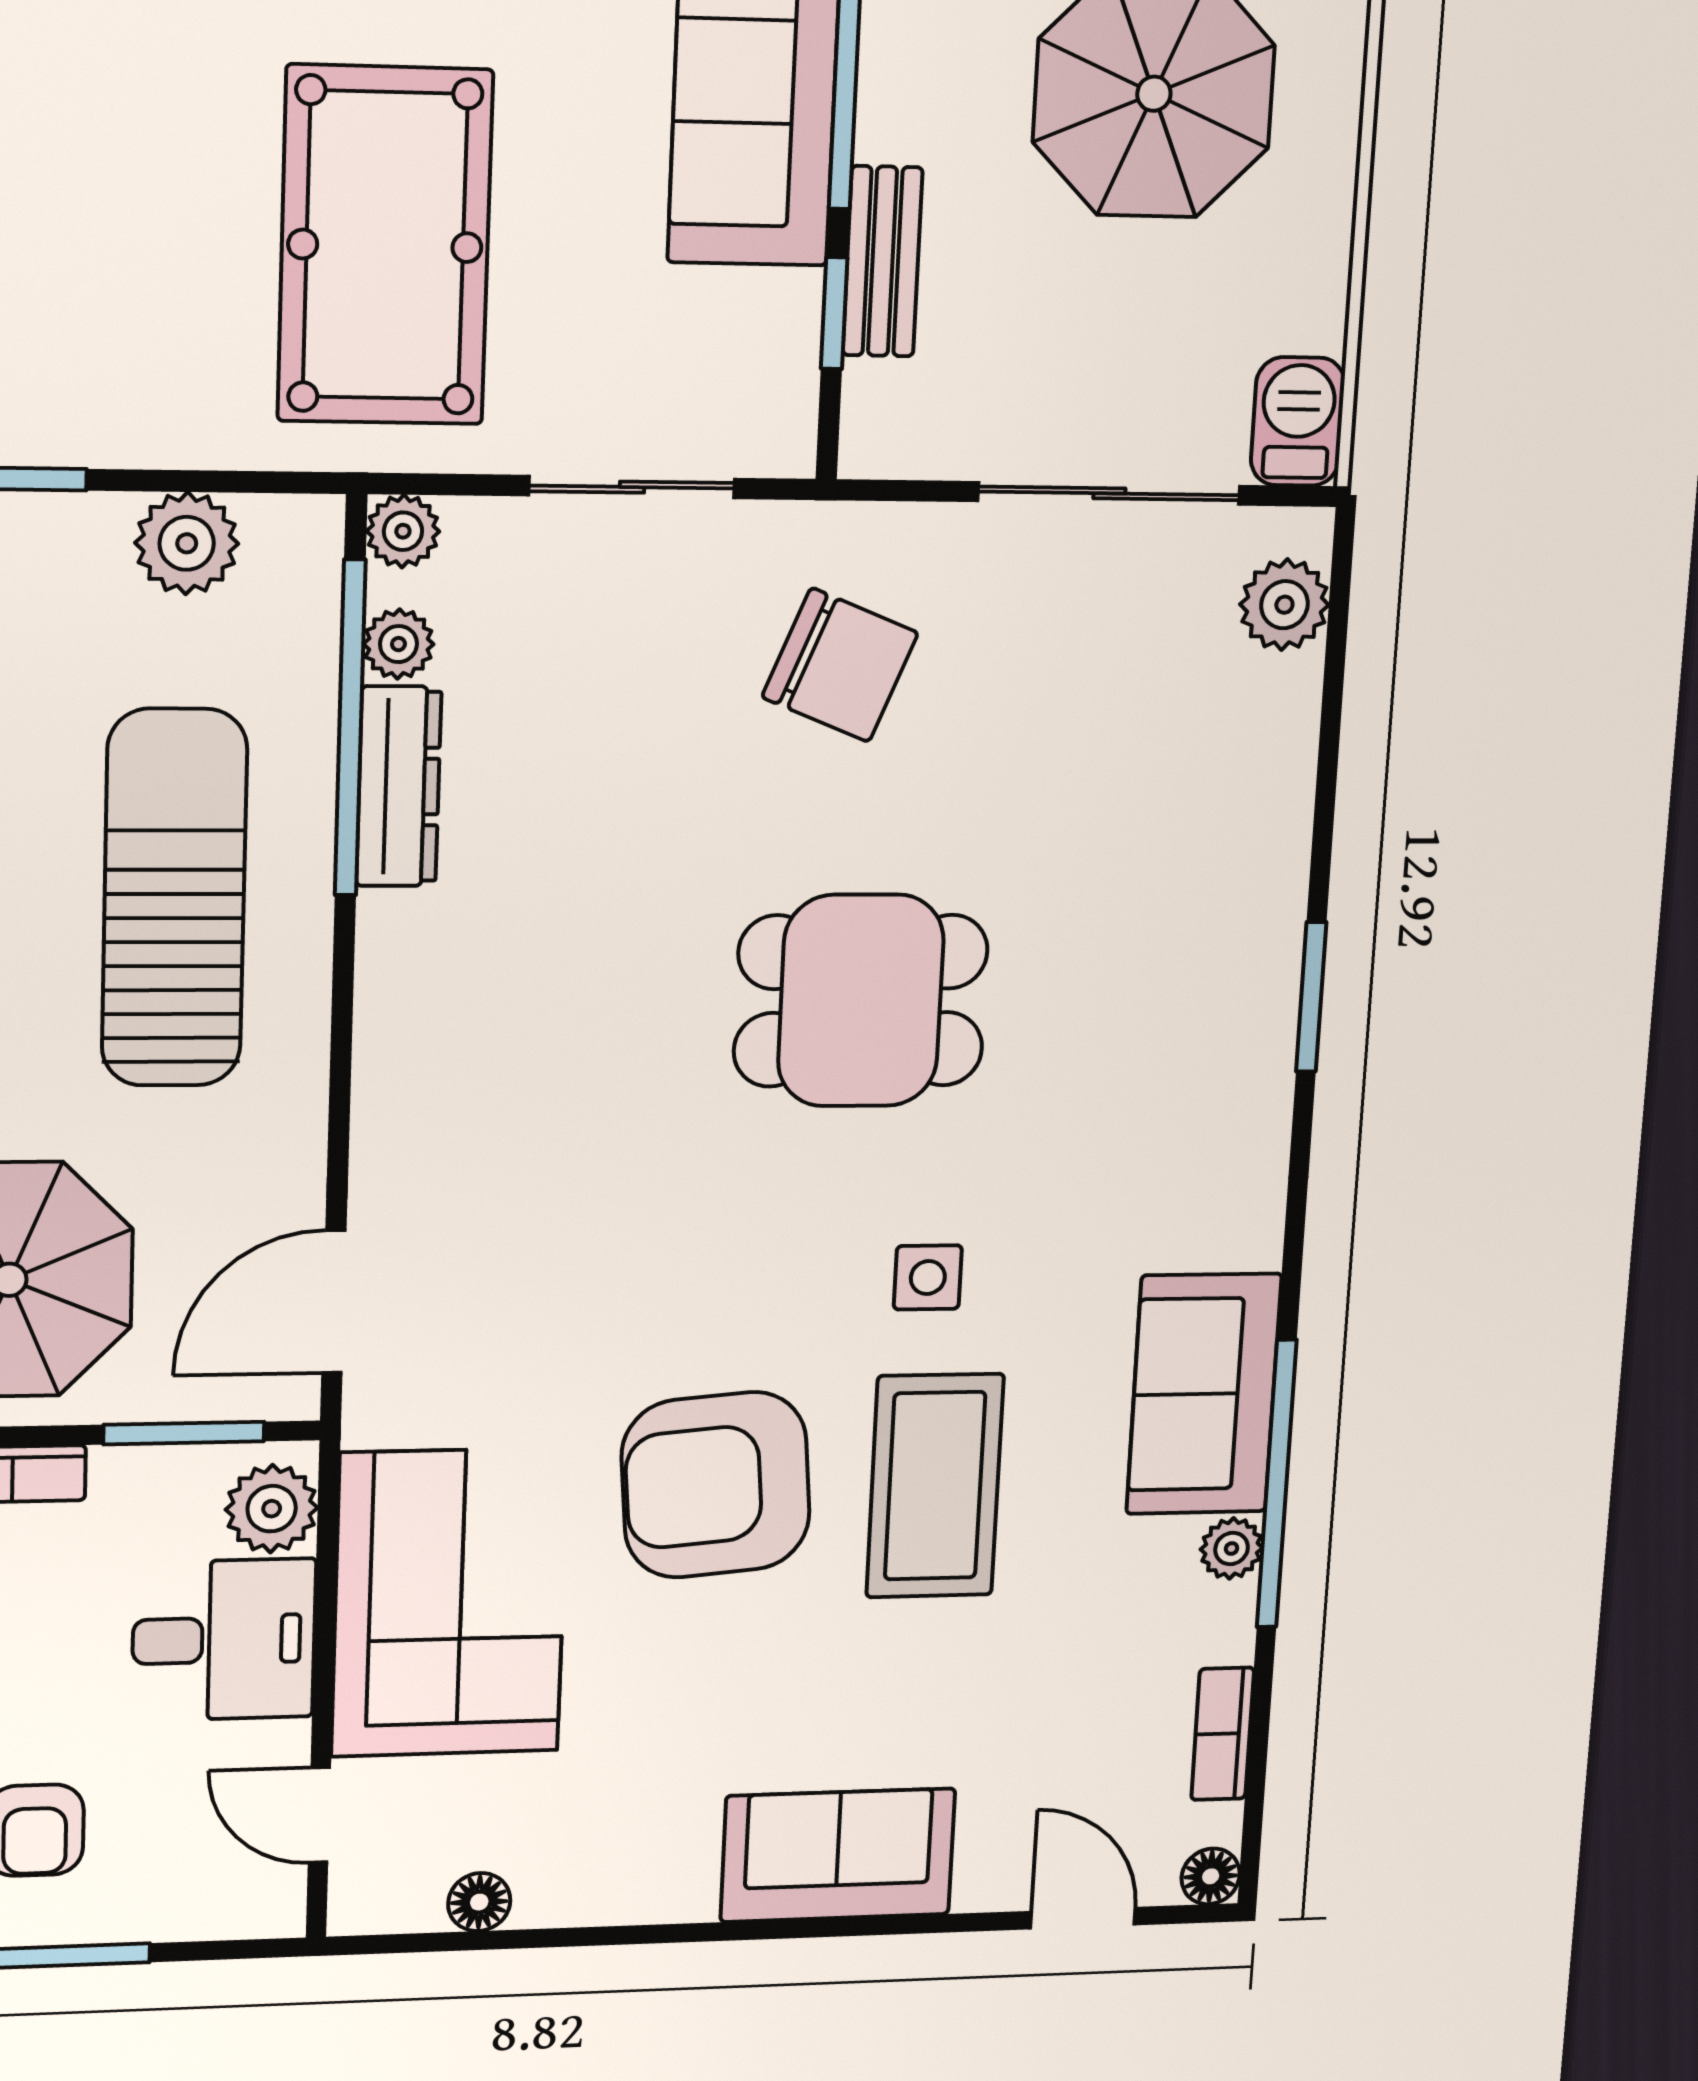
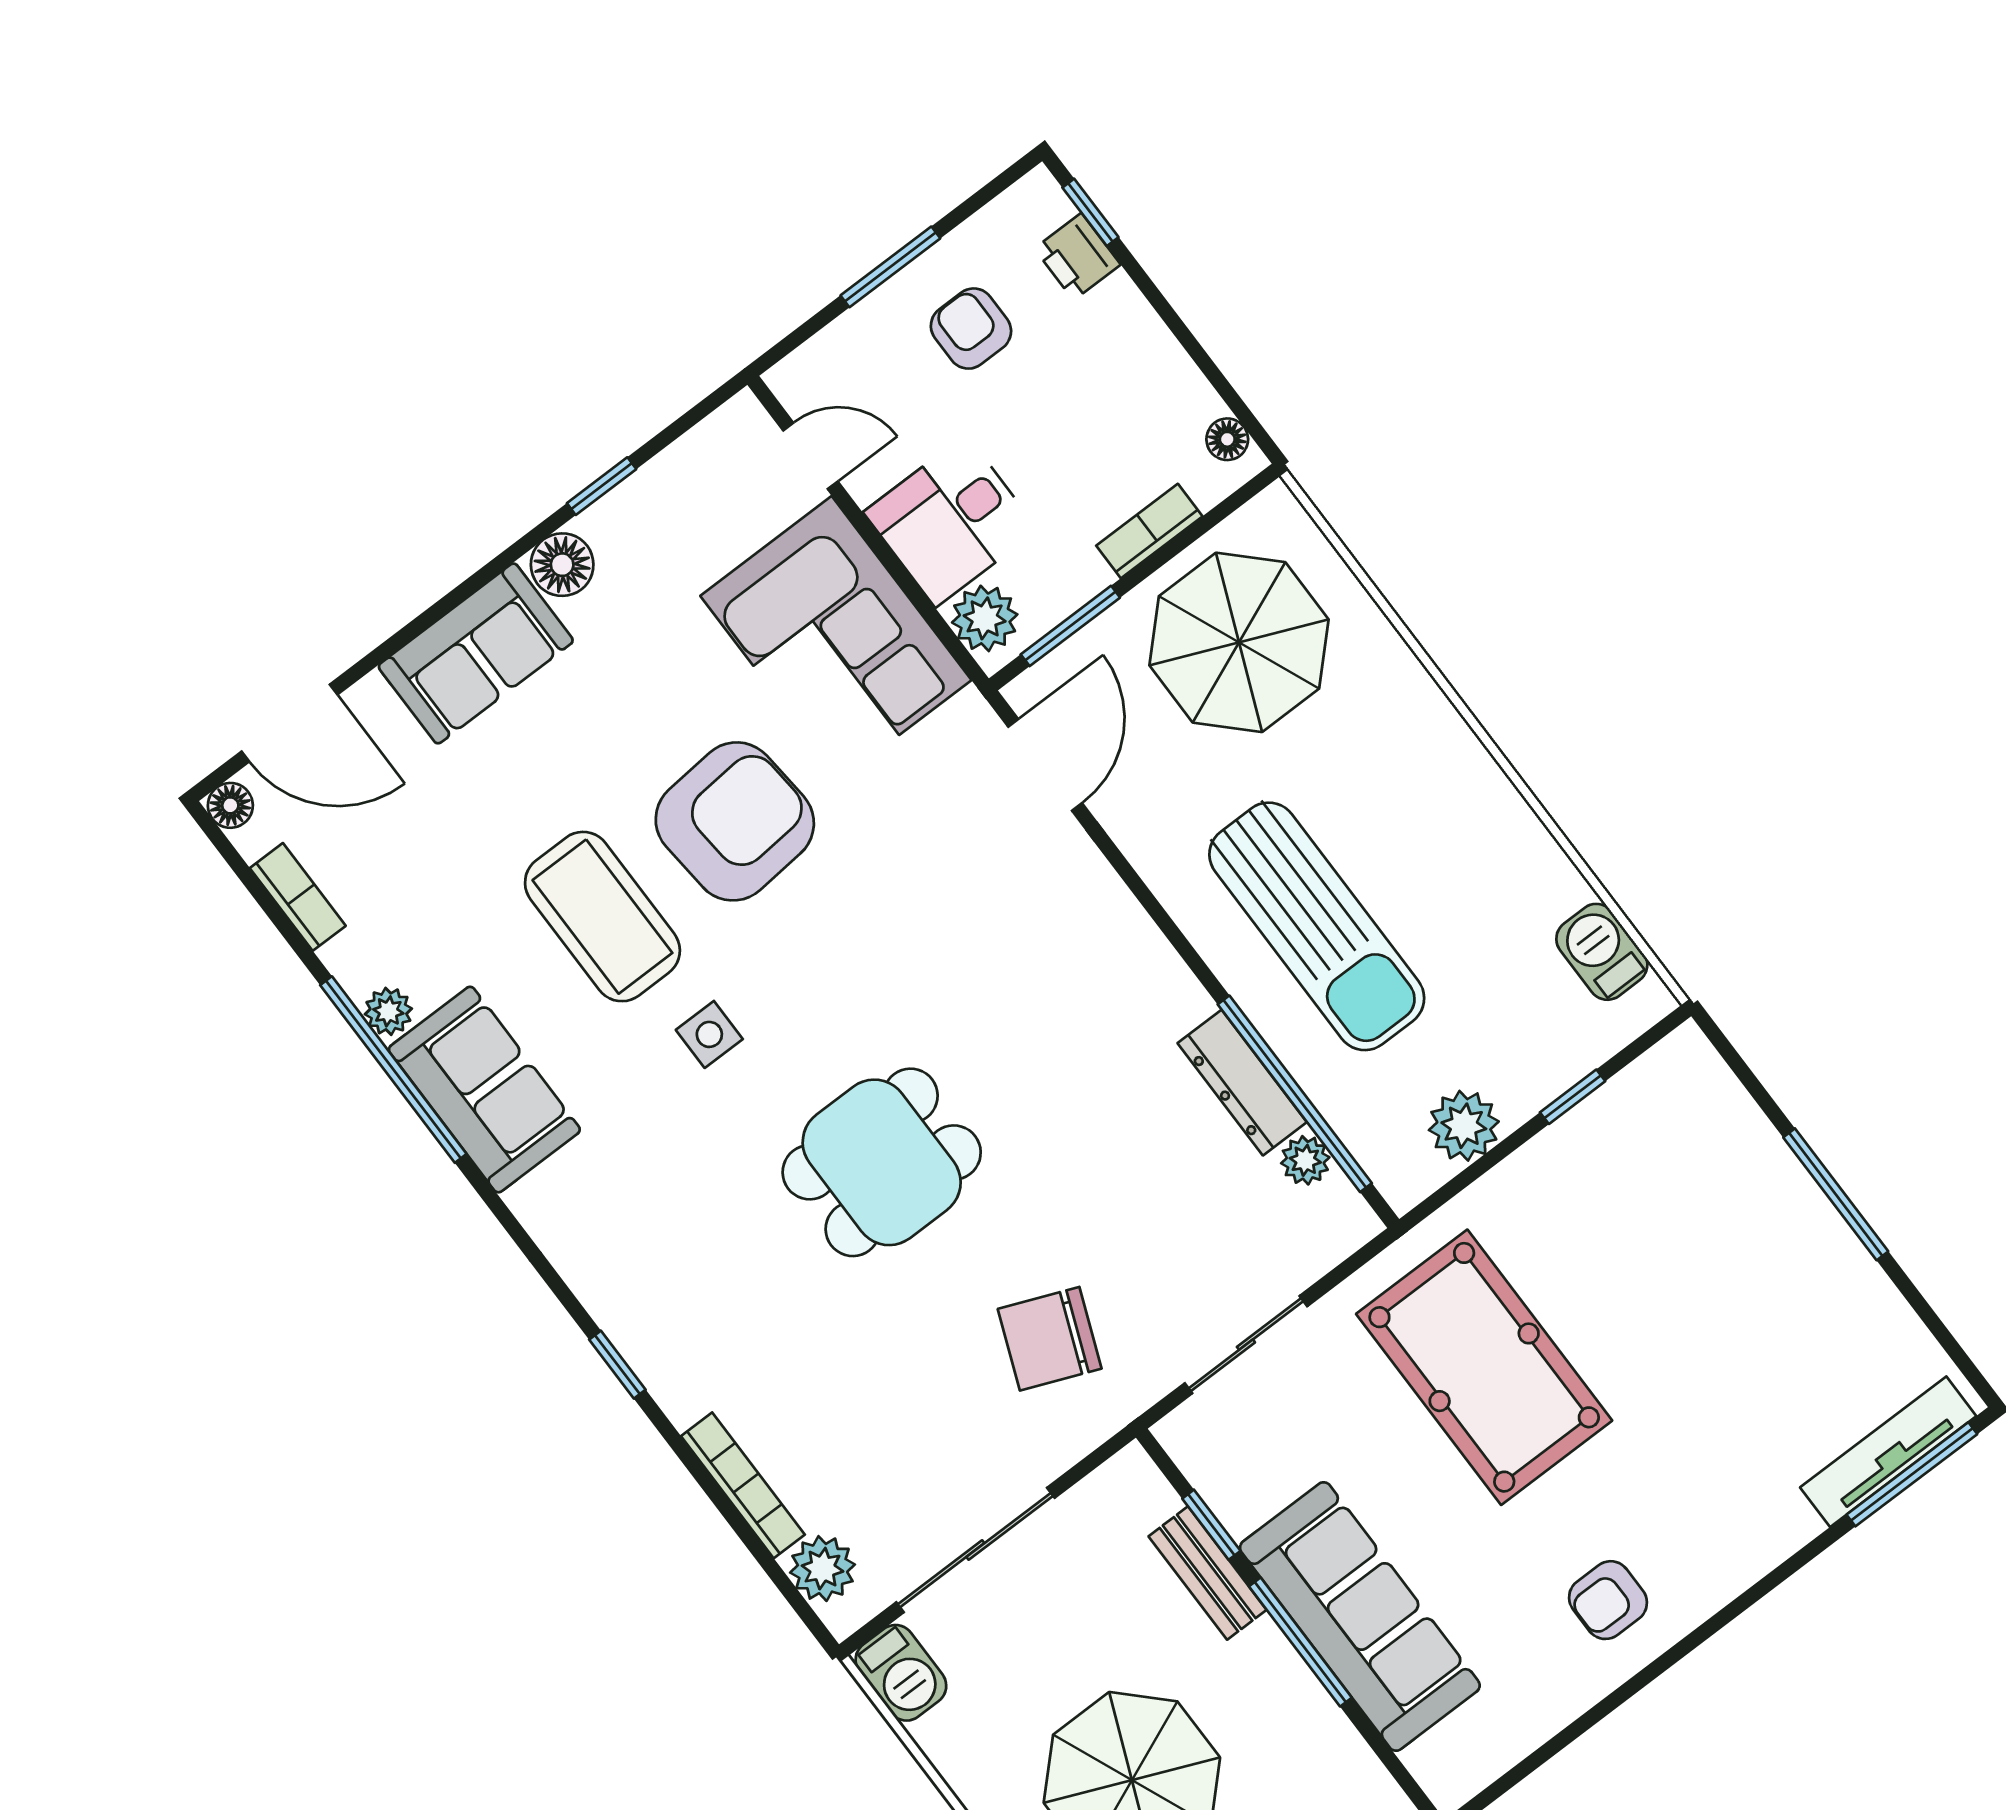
plant: (403, 531) -> (1352, 1223), removed
bookcase: (1291, 763) -> (743, 1485), added
window: (1311, 997) -> (617, 1365), width x0.67
floor lamp: (479, 1902) -> (562, 565), moved, width x1.37, depth x1.37
door: (1083, 1918) -> (289, 723), width x1.38
window: (566, 1937) -> (602, 486), added

